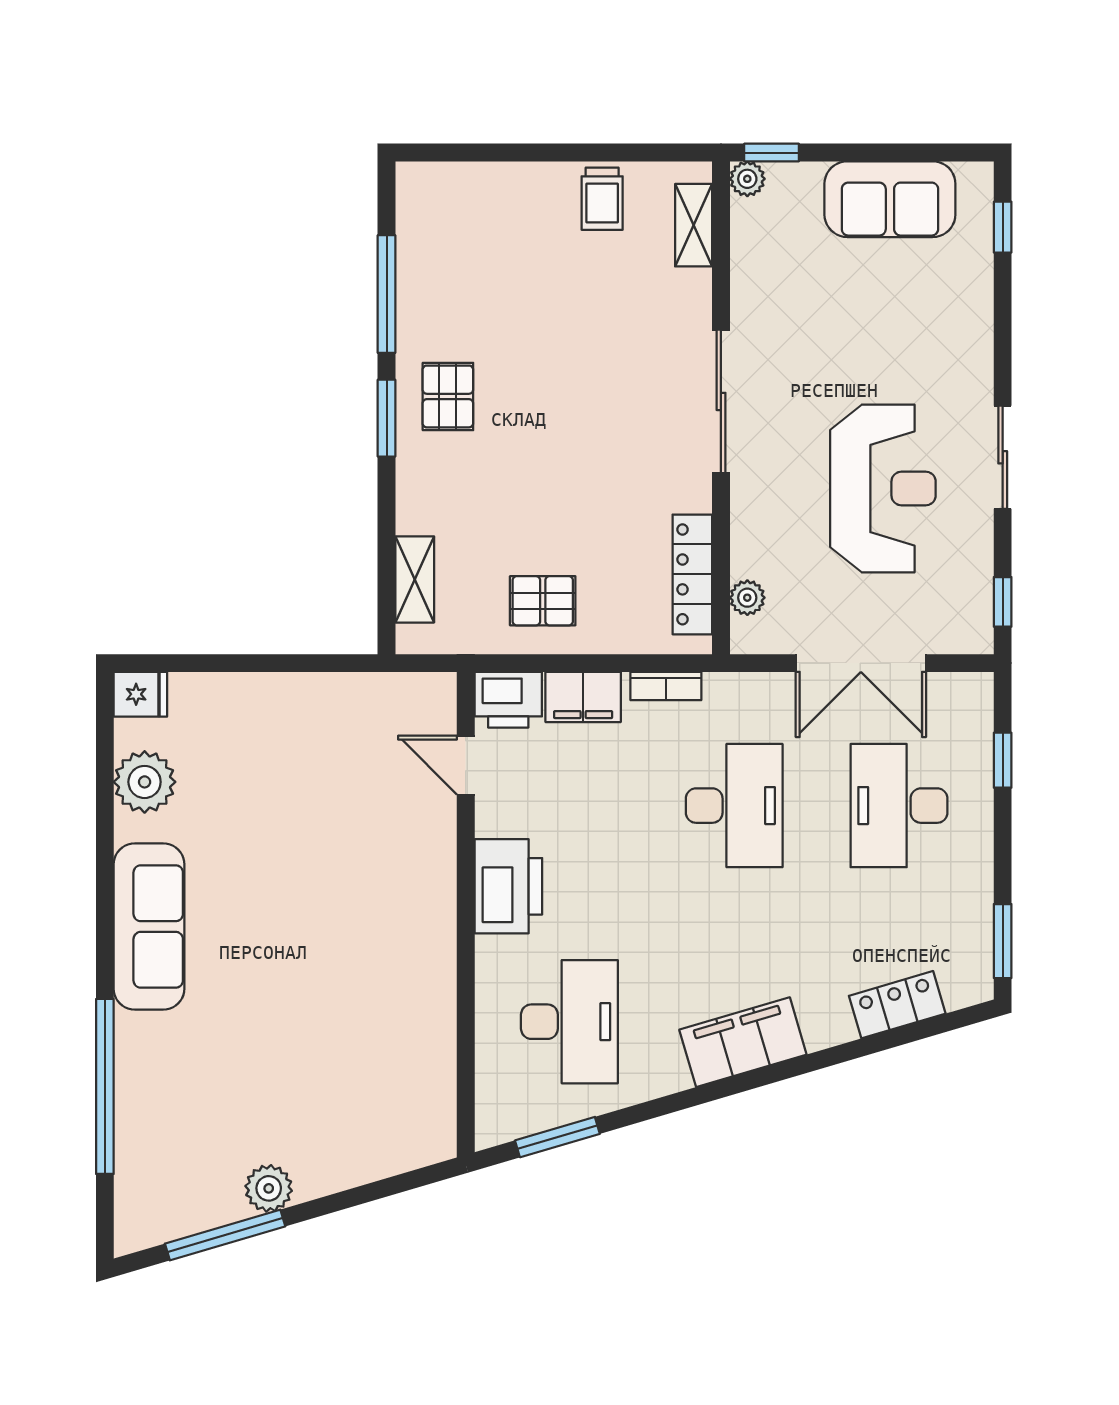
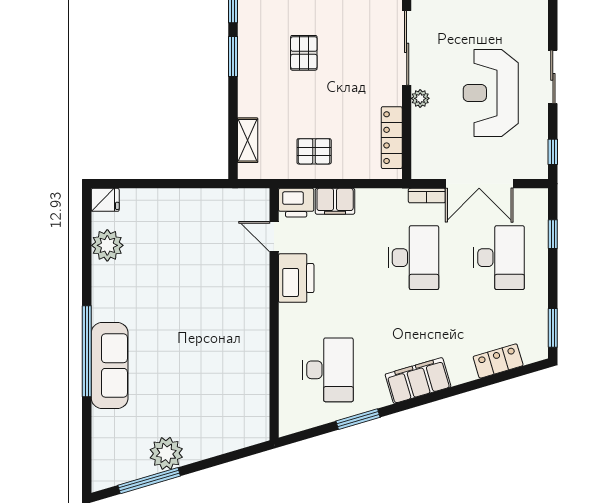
pallet: (448, 396) -> (304, 53), moved
reception desk: (883, 489) -> (491, 93), turned 180
plant: (747, 598) -> (420, 98), moved
bookcase: (666, 686) -> (427, 196), moved
desk: (899, 806) -> (499, 258), turned 180
printer: (508, 886) -> (296, 278), moved
sofa: (149, 927) -> (110, 366), moved
window: (105, 1086) -> (87, 351), moved
window: (557, 1137) -> (358, 419), moved
plant: (269, 1188) -> (166, 453), width x1.36, depth x1.36

